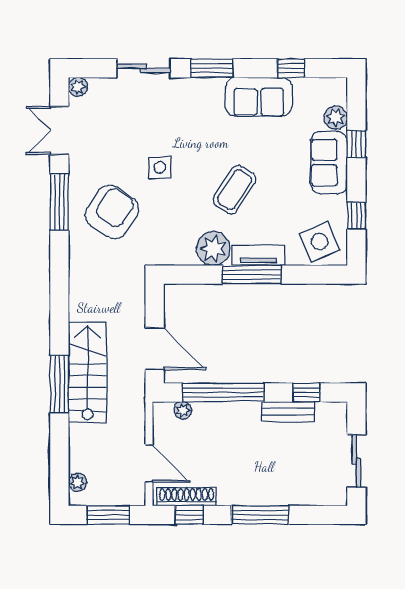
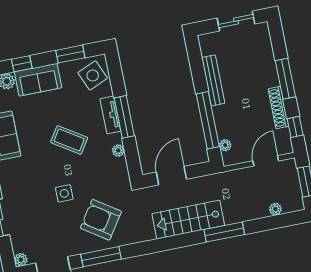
window: (356, 216) -> (70, 54), width x1.50
plant: (213, 249) -> (118, 151), width x0.53, depth x0.53
door: (155, 349) -> (171, 176), moved
stairs: (87, 372) -> (188, 220), moved
window: (306, 392) -> (196, 64), removed
bench: (288, 412) -> (213, 80), width x1.36
plant: (78, 482) -> (275, 209), moved
shoe rack: (187, 497) -> (278, 108), moved

